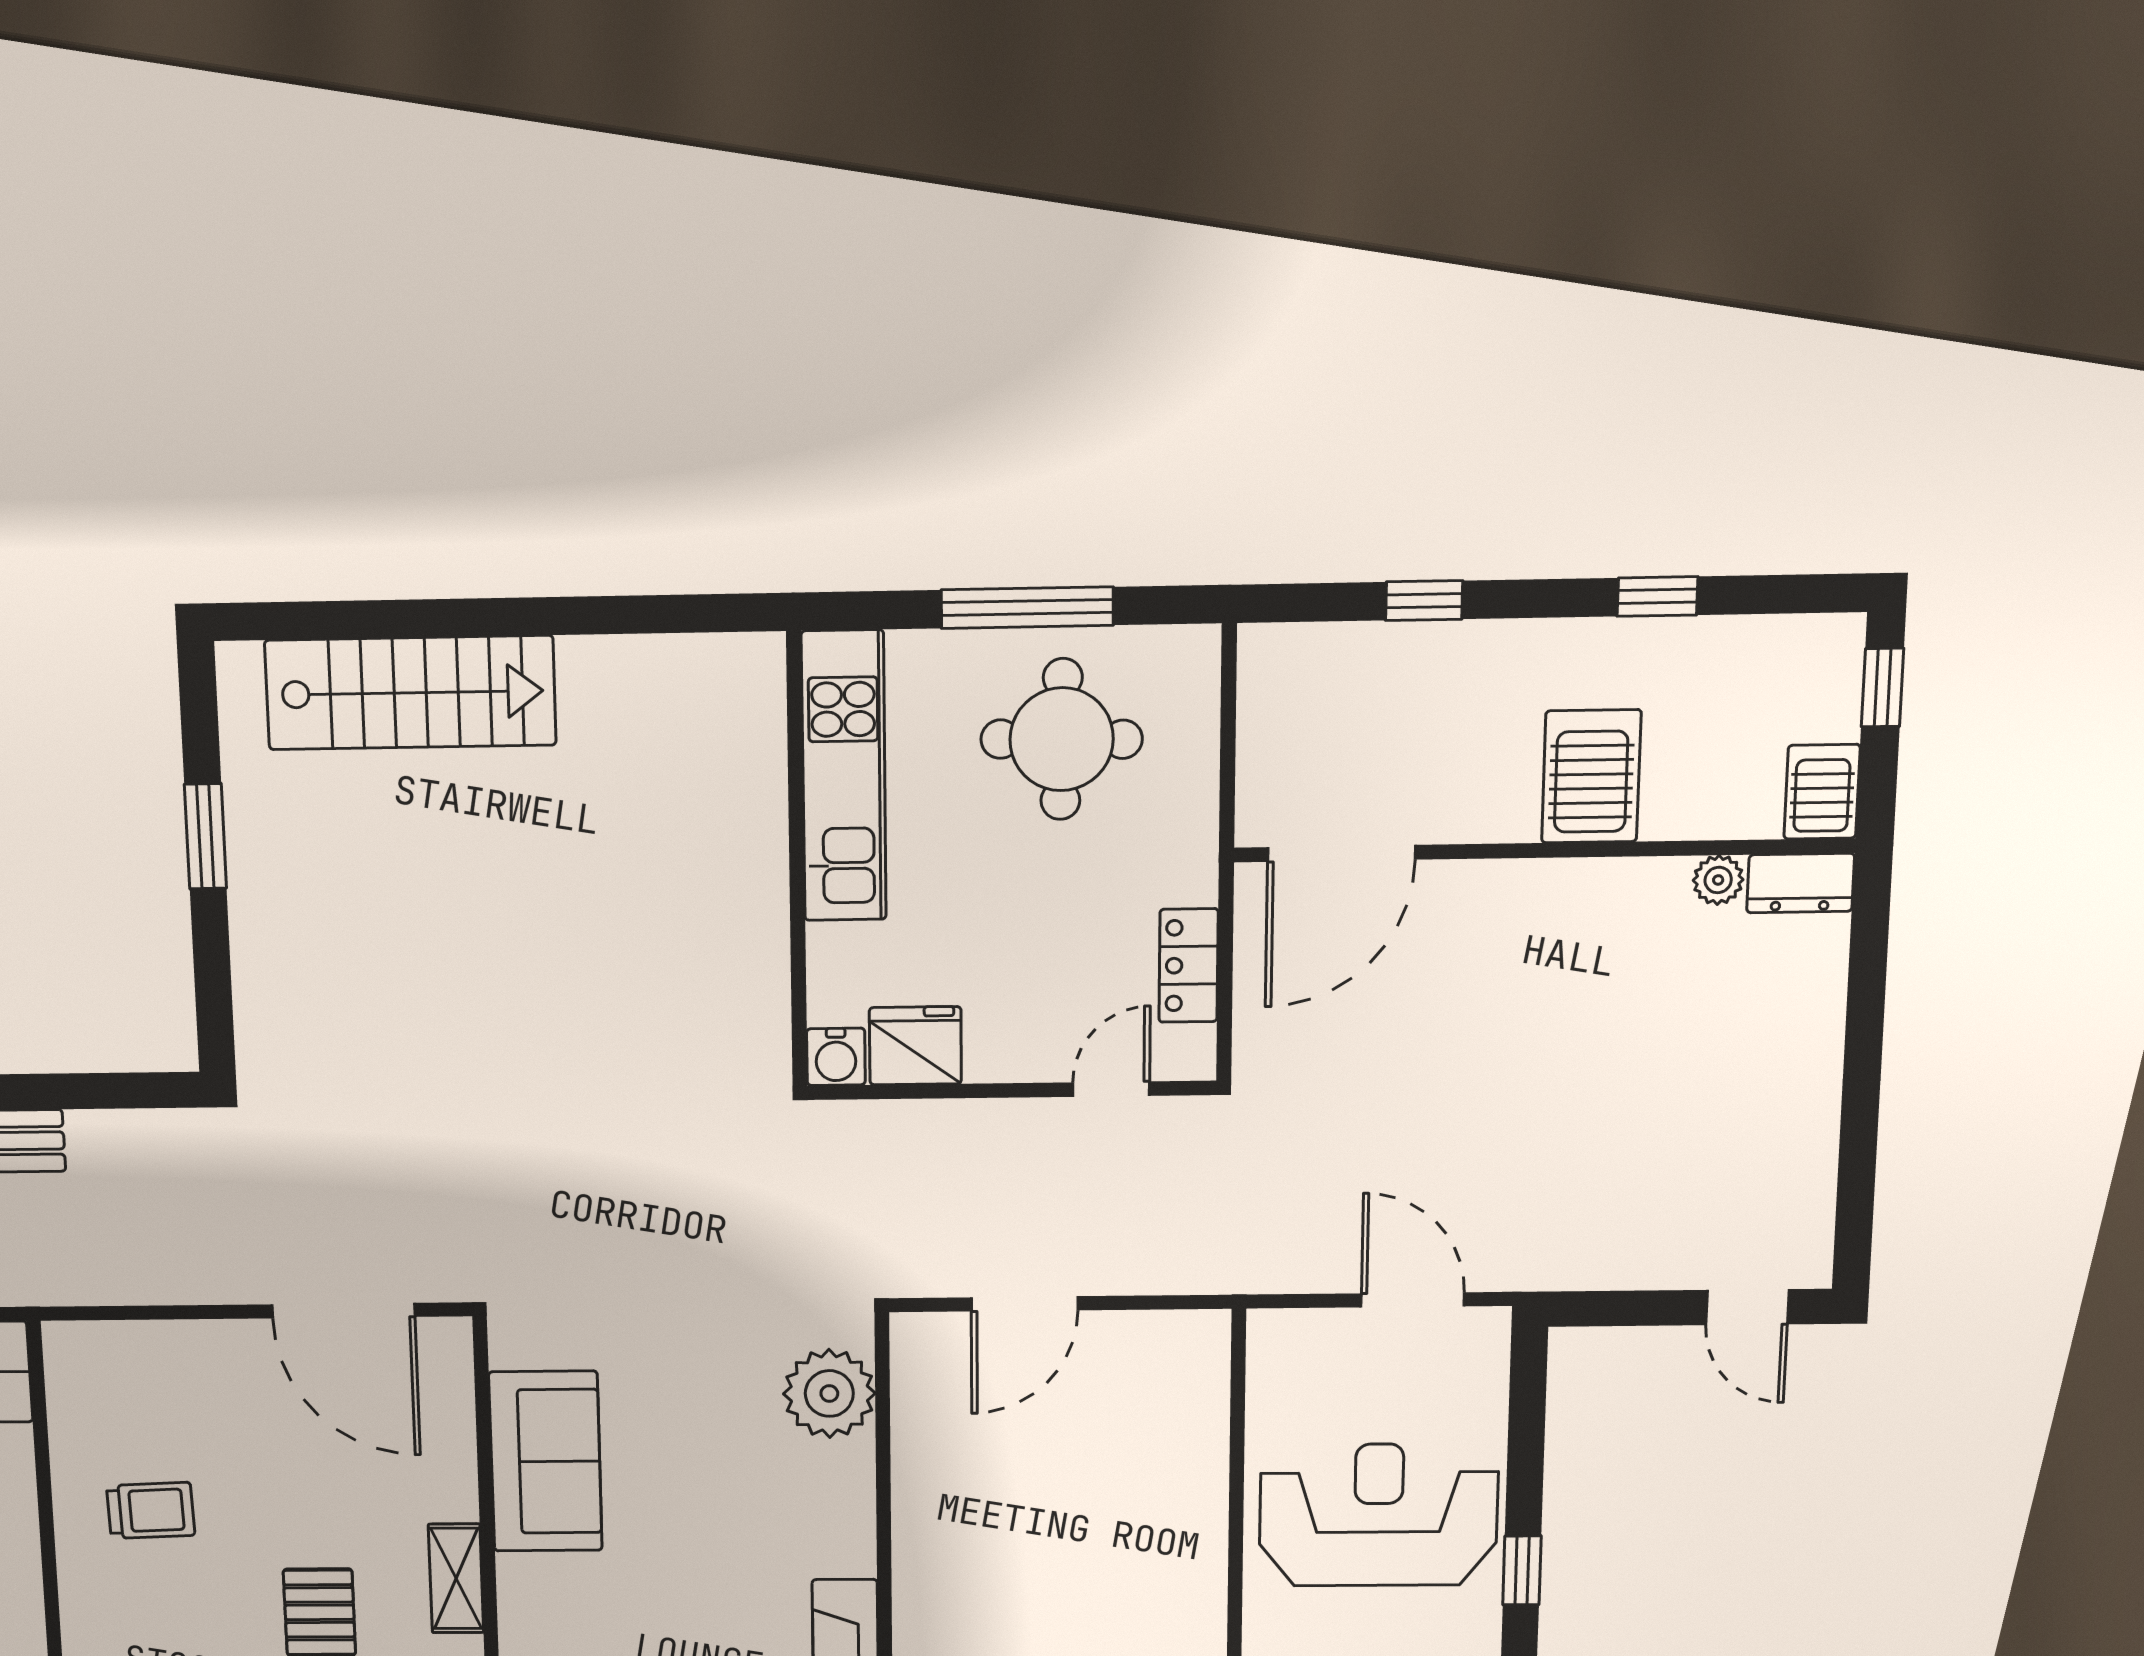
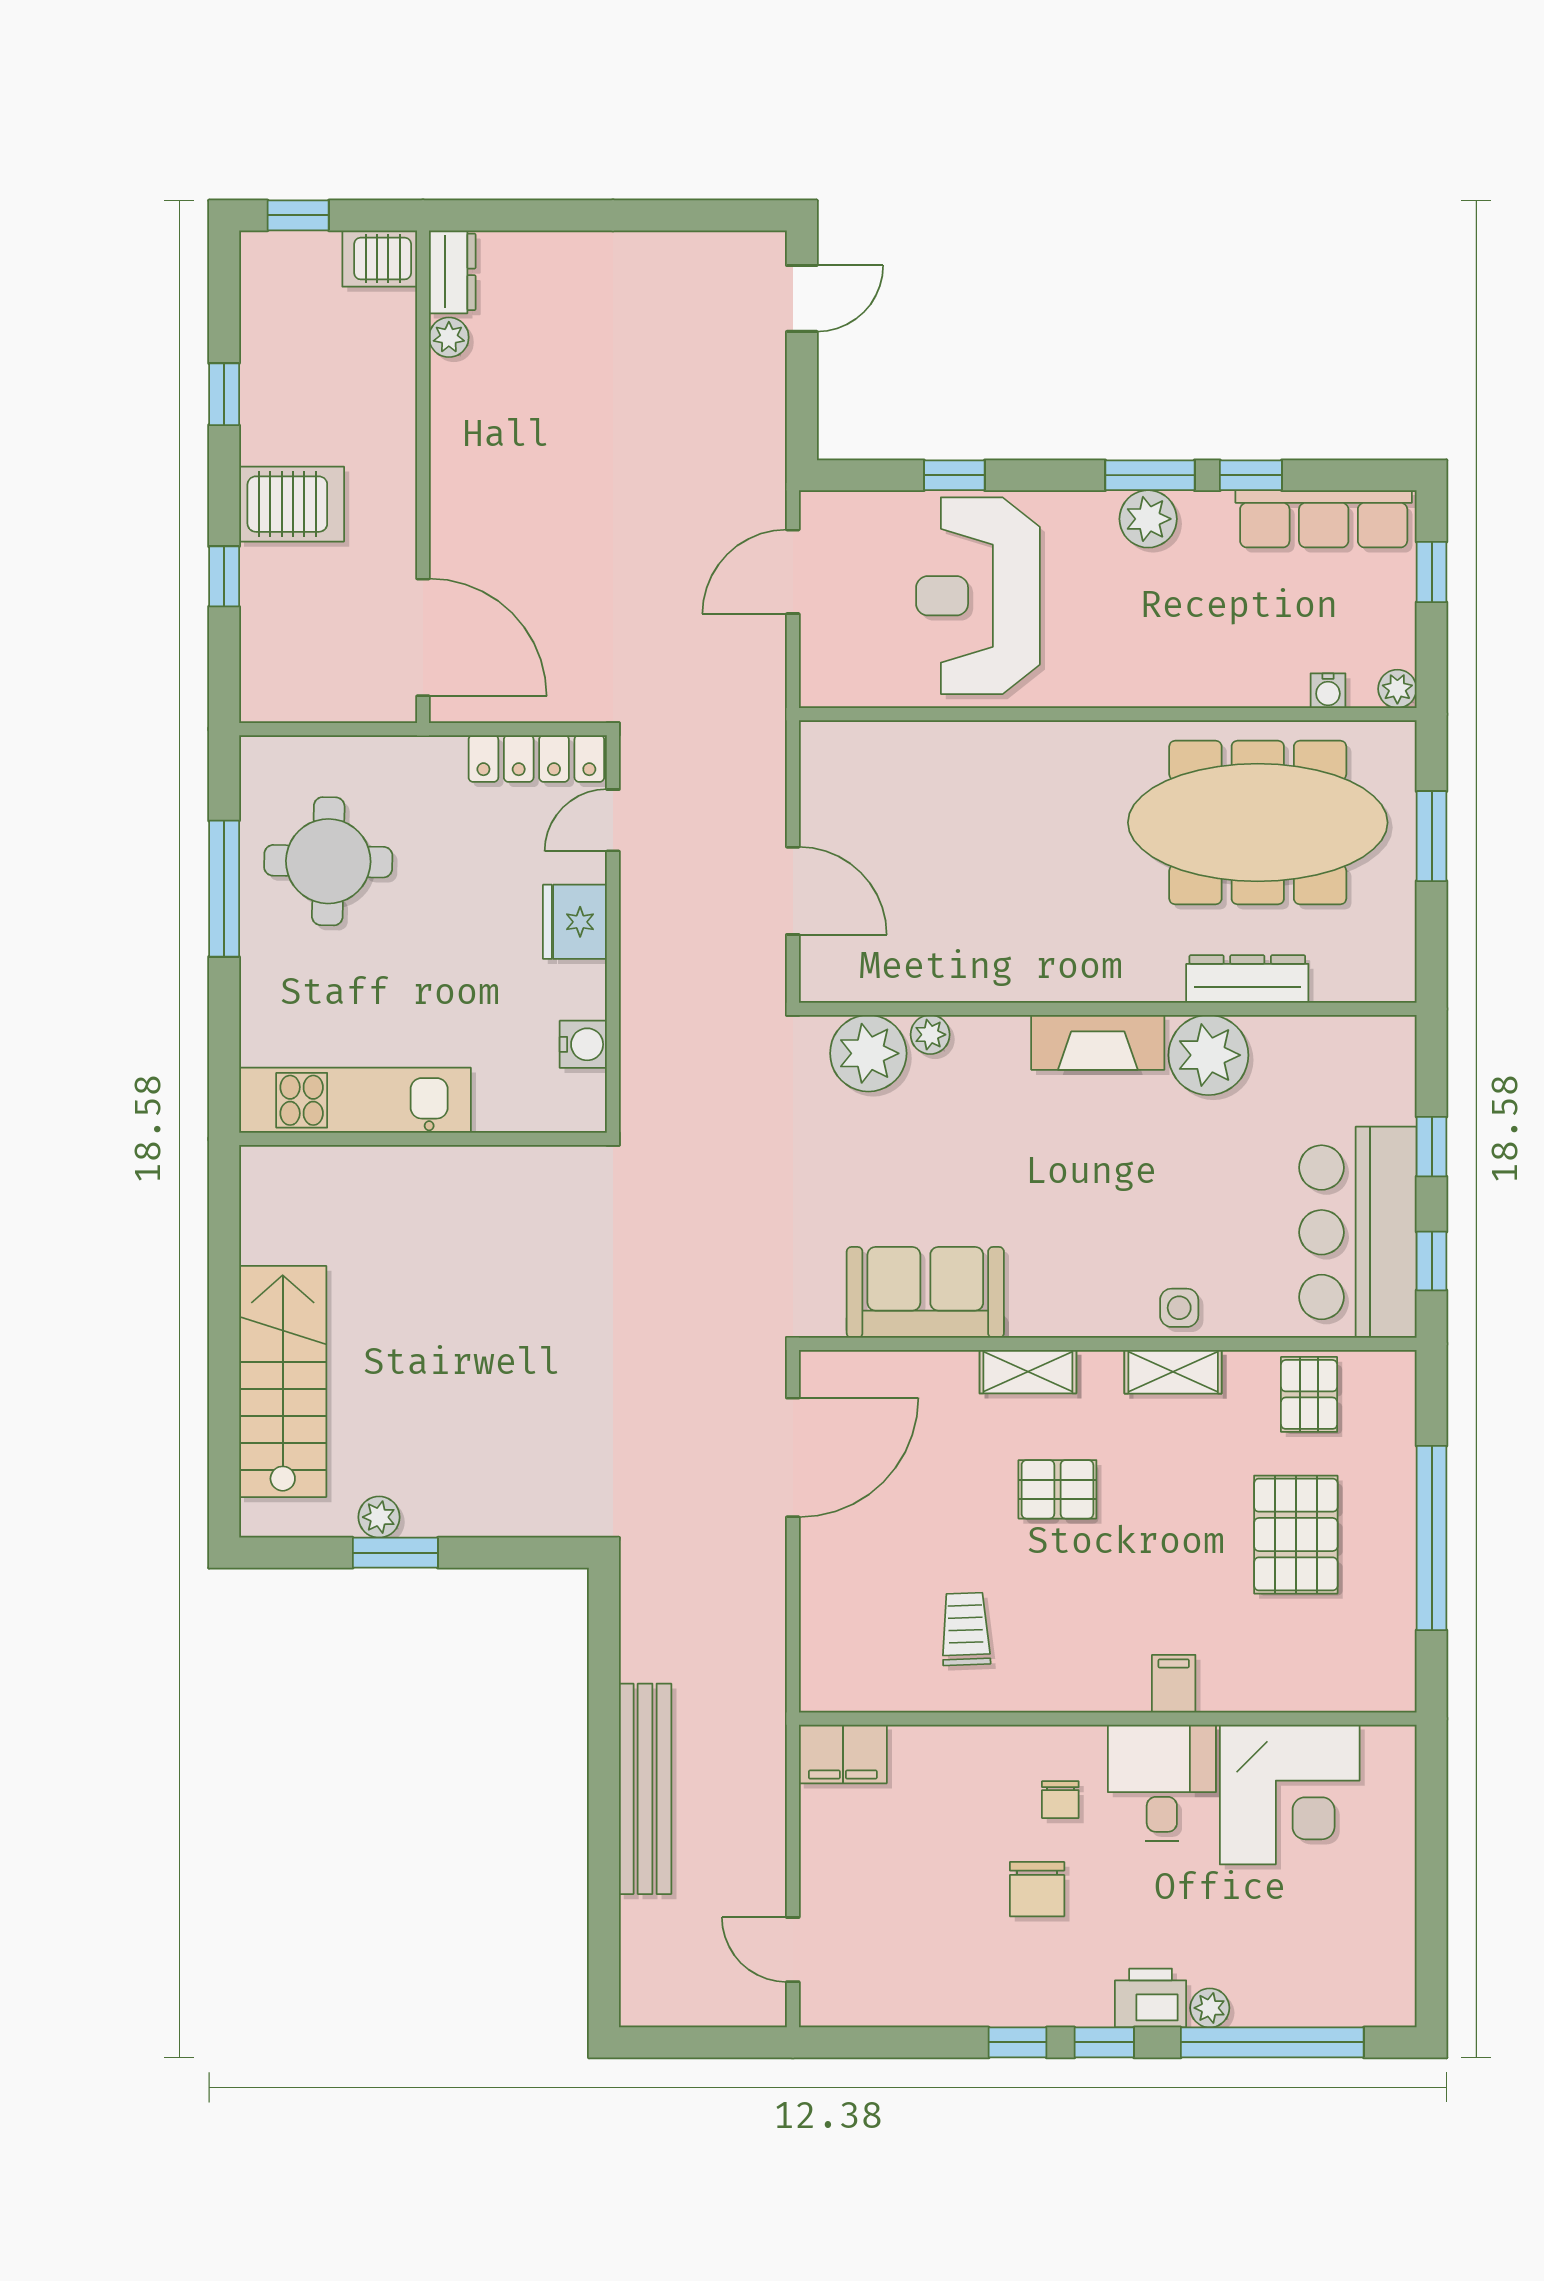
kitchen unit: (844, 776) -> (355, 1100), moved
server rack: (1591, 776) -> (292, 504), moved, turned 180
plant: (248, 816) -> (379, 1517), added
wall: (797, 862) -> (423, 1139), moved
locker: (1189, 965) -> (536, 758), width x1.53
fridge: (915, 1046) -> (575, 922), moved
door: (1111, 1089) -> (613, 820), hinge flipped
plant: (853, 1464) -> (930, 1035), added
window: (1522, 1570) -> (954, 475), moved

